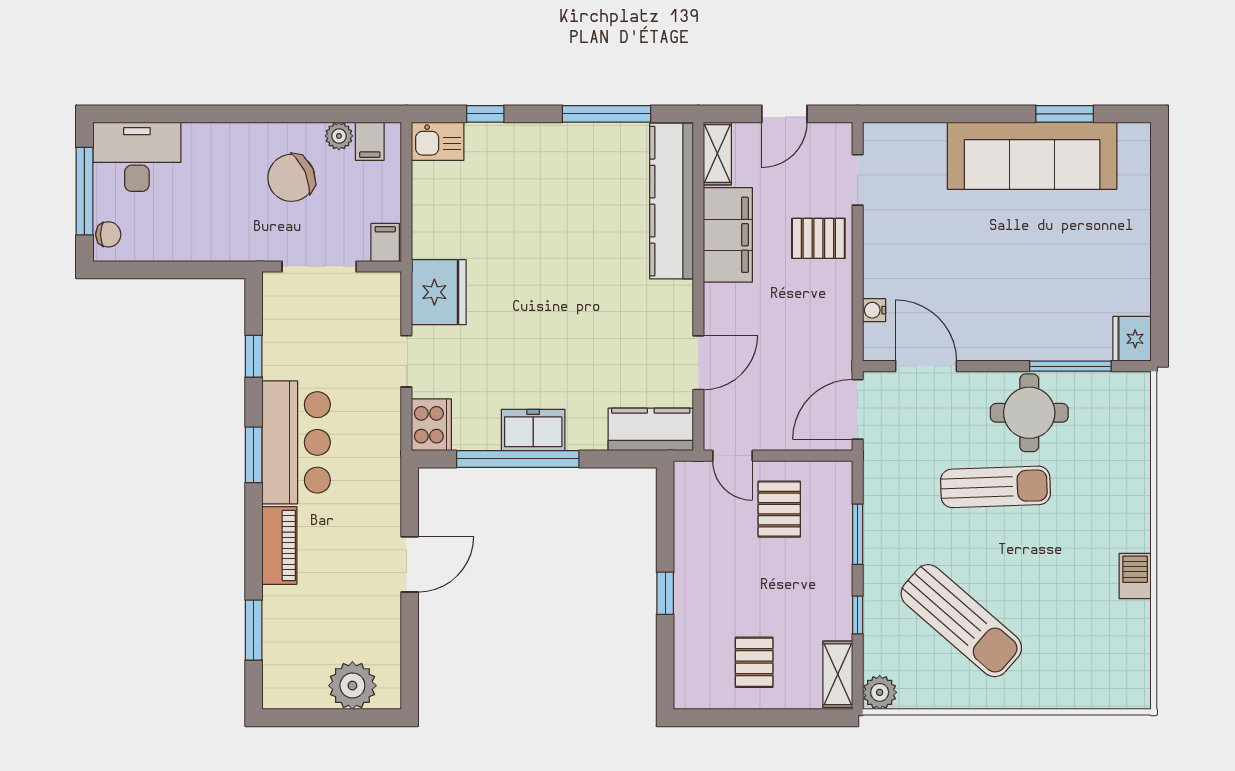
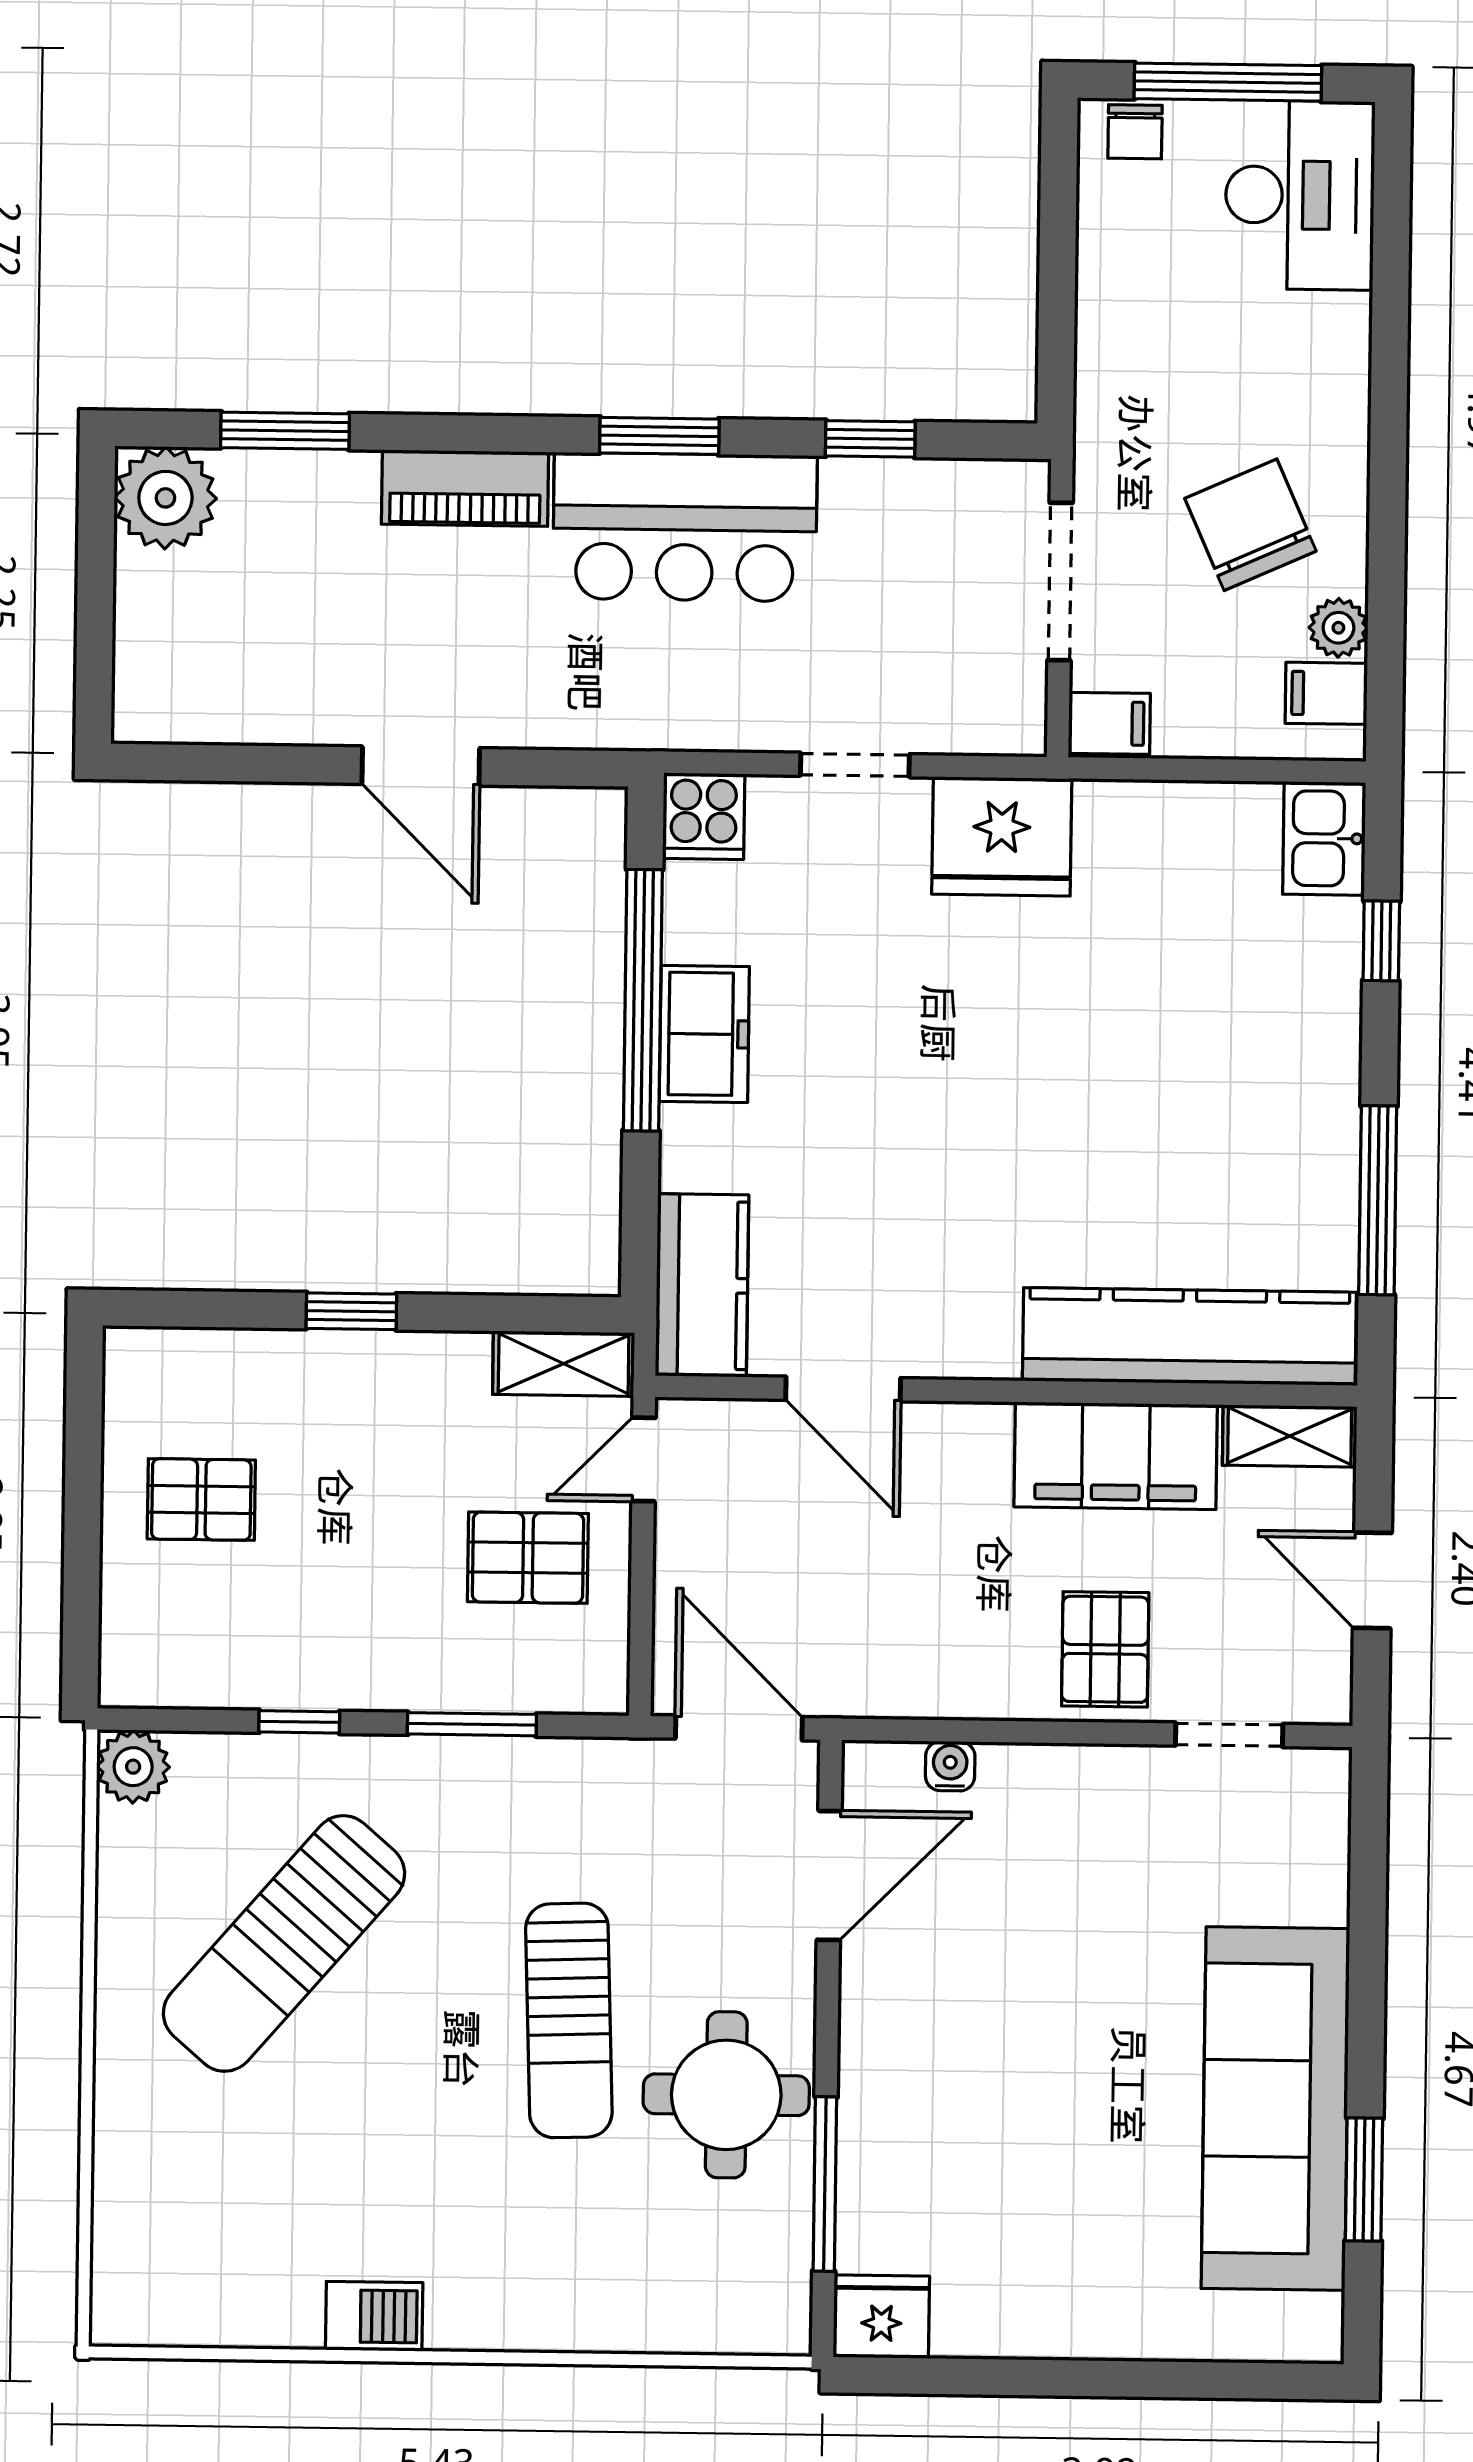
cooker: (431, 425) -> (704, 816), width x0.73
shelving: (838, 674) -> (564, 1364), moved
plant: (352, 686) -> (165, 498), moved

